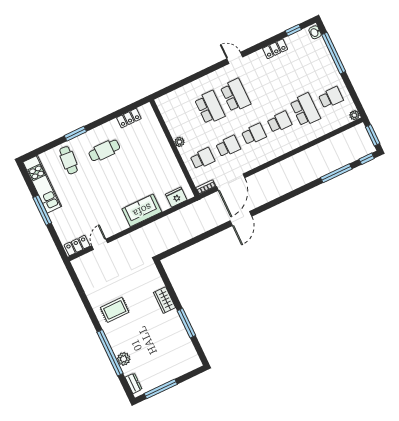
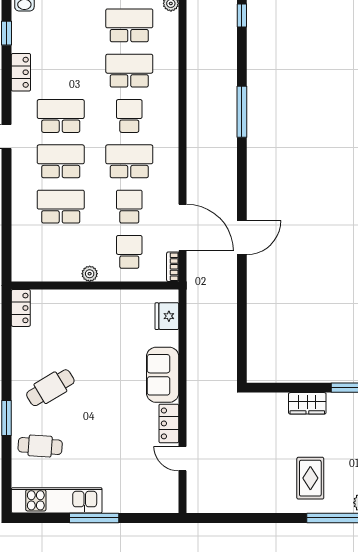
school desk: (261, 83) -> (61, 116), added
school desk: (331, 98) -> (129, 25), width x1.85
locker: (129, 118) -> (21, 308), moved
school desk: (254, 134) -> (129, 161), width x1.85
cafe table: (104, 150) -> (50, 388), turned 59
window: (336, 173) -> (242, 112), moved
door: (241, 218) -> (242, 237), hinge flipped
locker: (77, 246) -> (169, 423), moved
rug: (115, 310) -> (310, 478), moved

